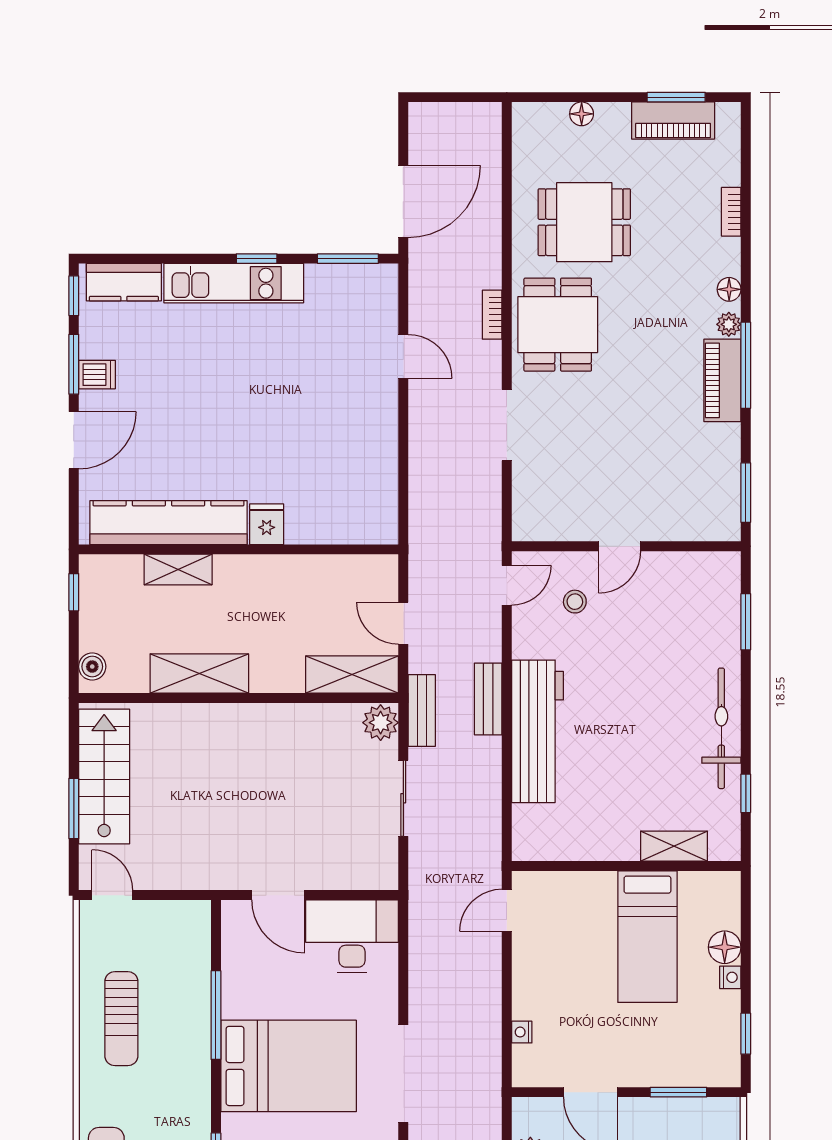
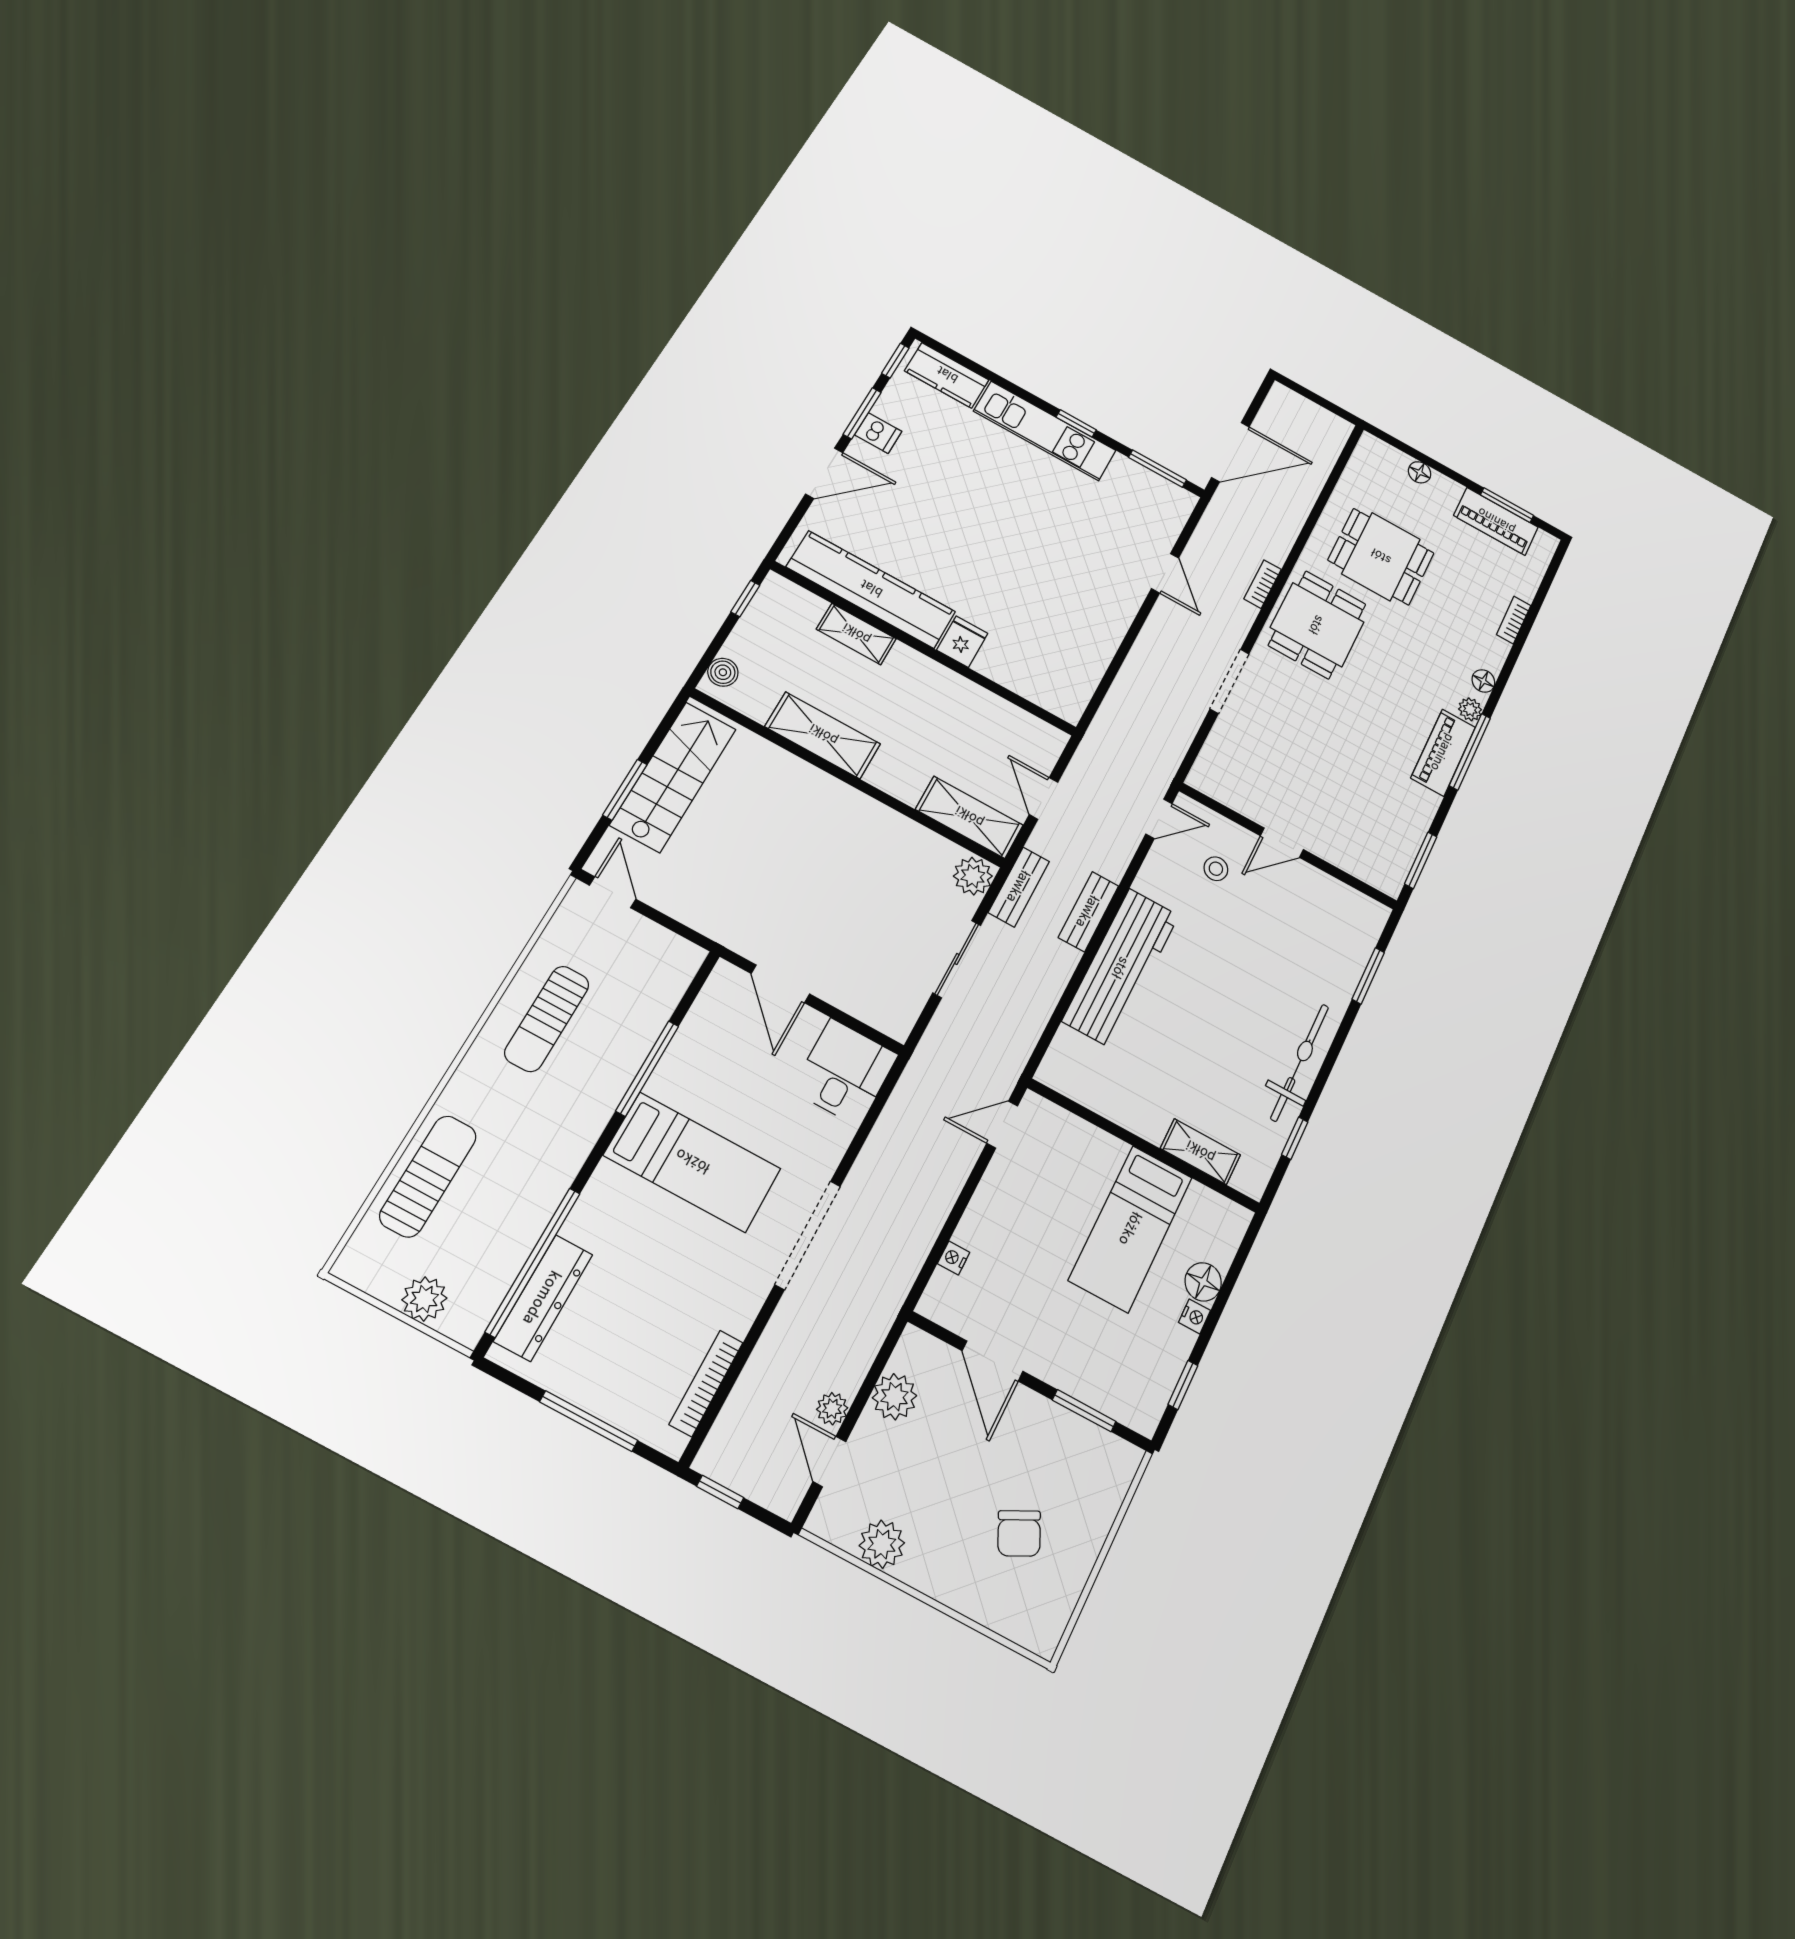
desk: (352, 936) -> (845, 1072), width x0.73
bed: (289, 1066) -> (692, 1162), width x0.67

